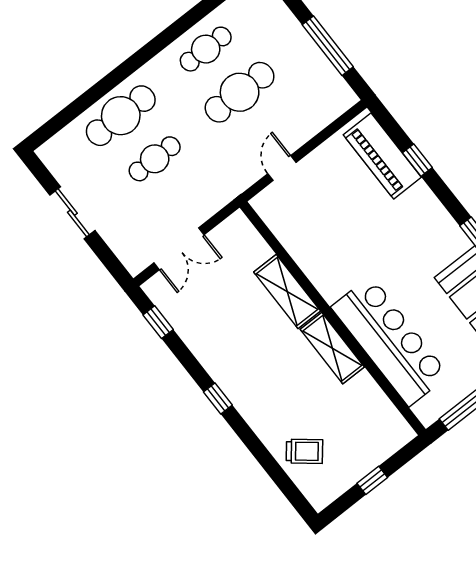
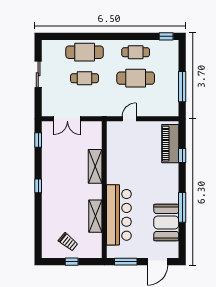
shelving: (332, 348) -> (95, 216), moved
trolley: (304, 451) -> (68, 242), moved

